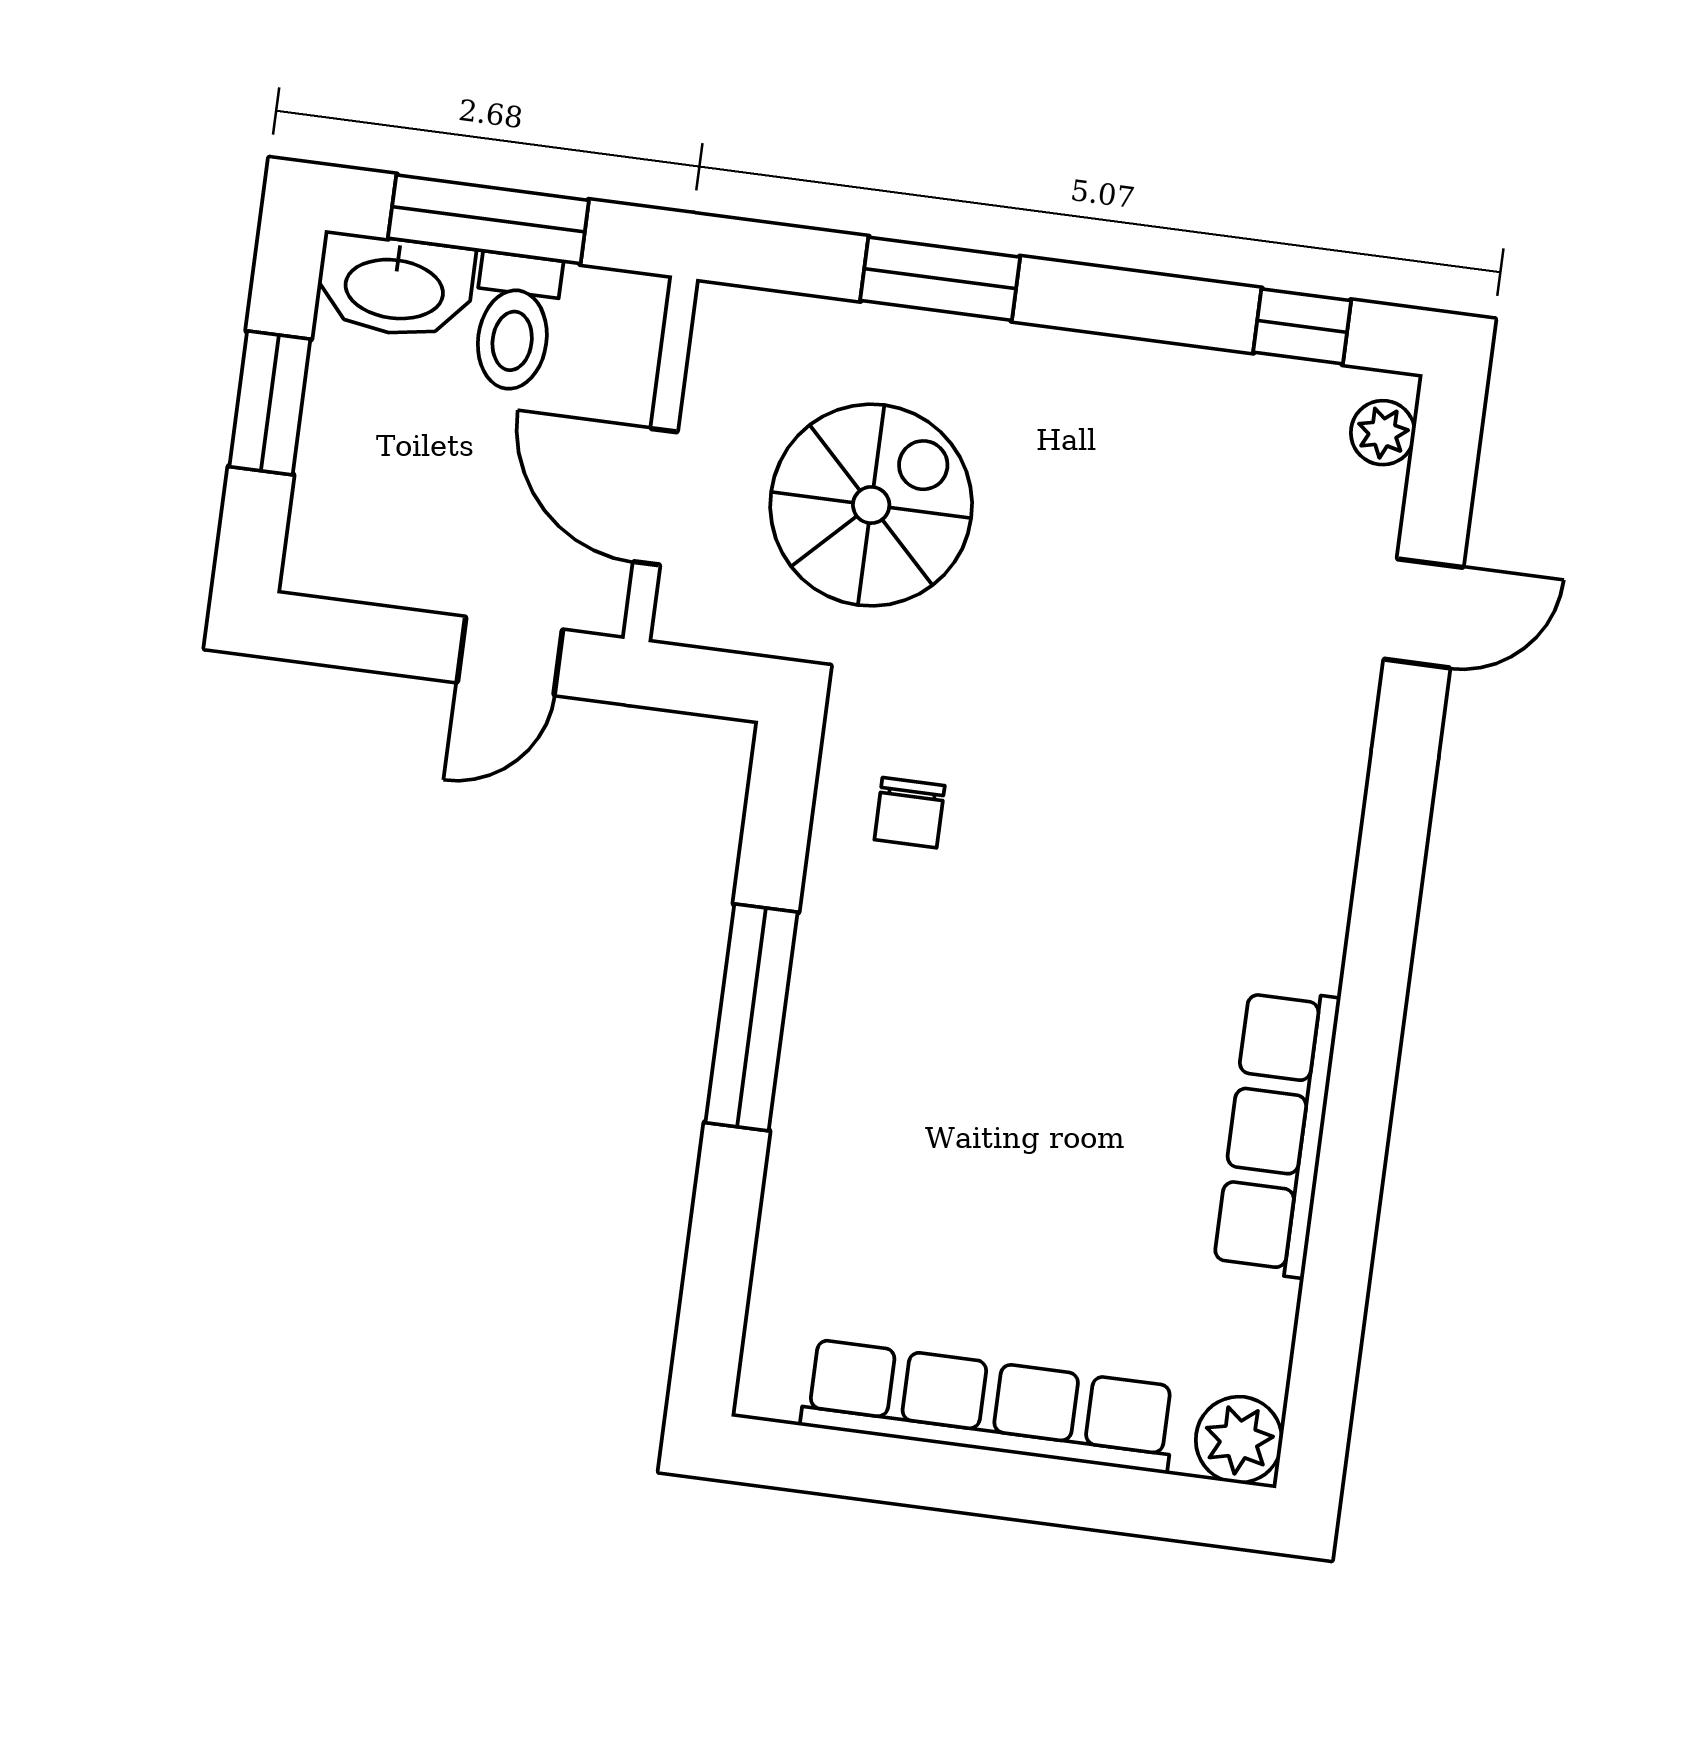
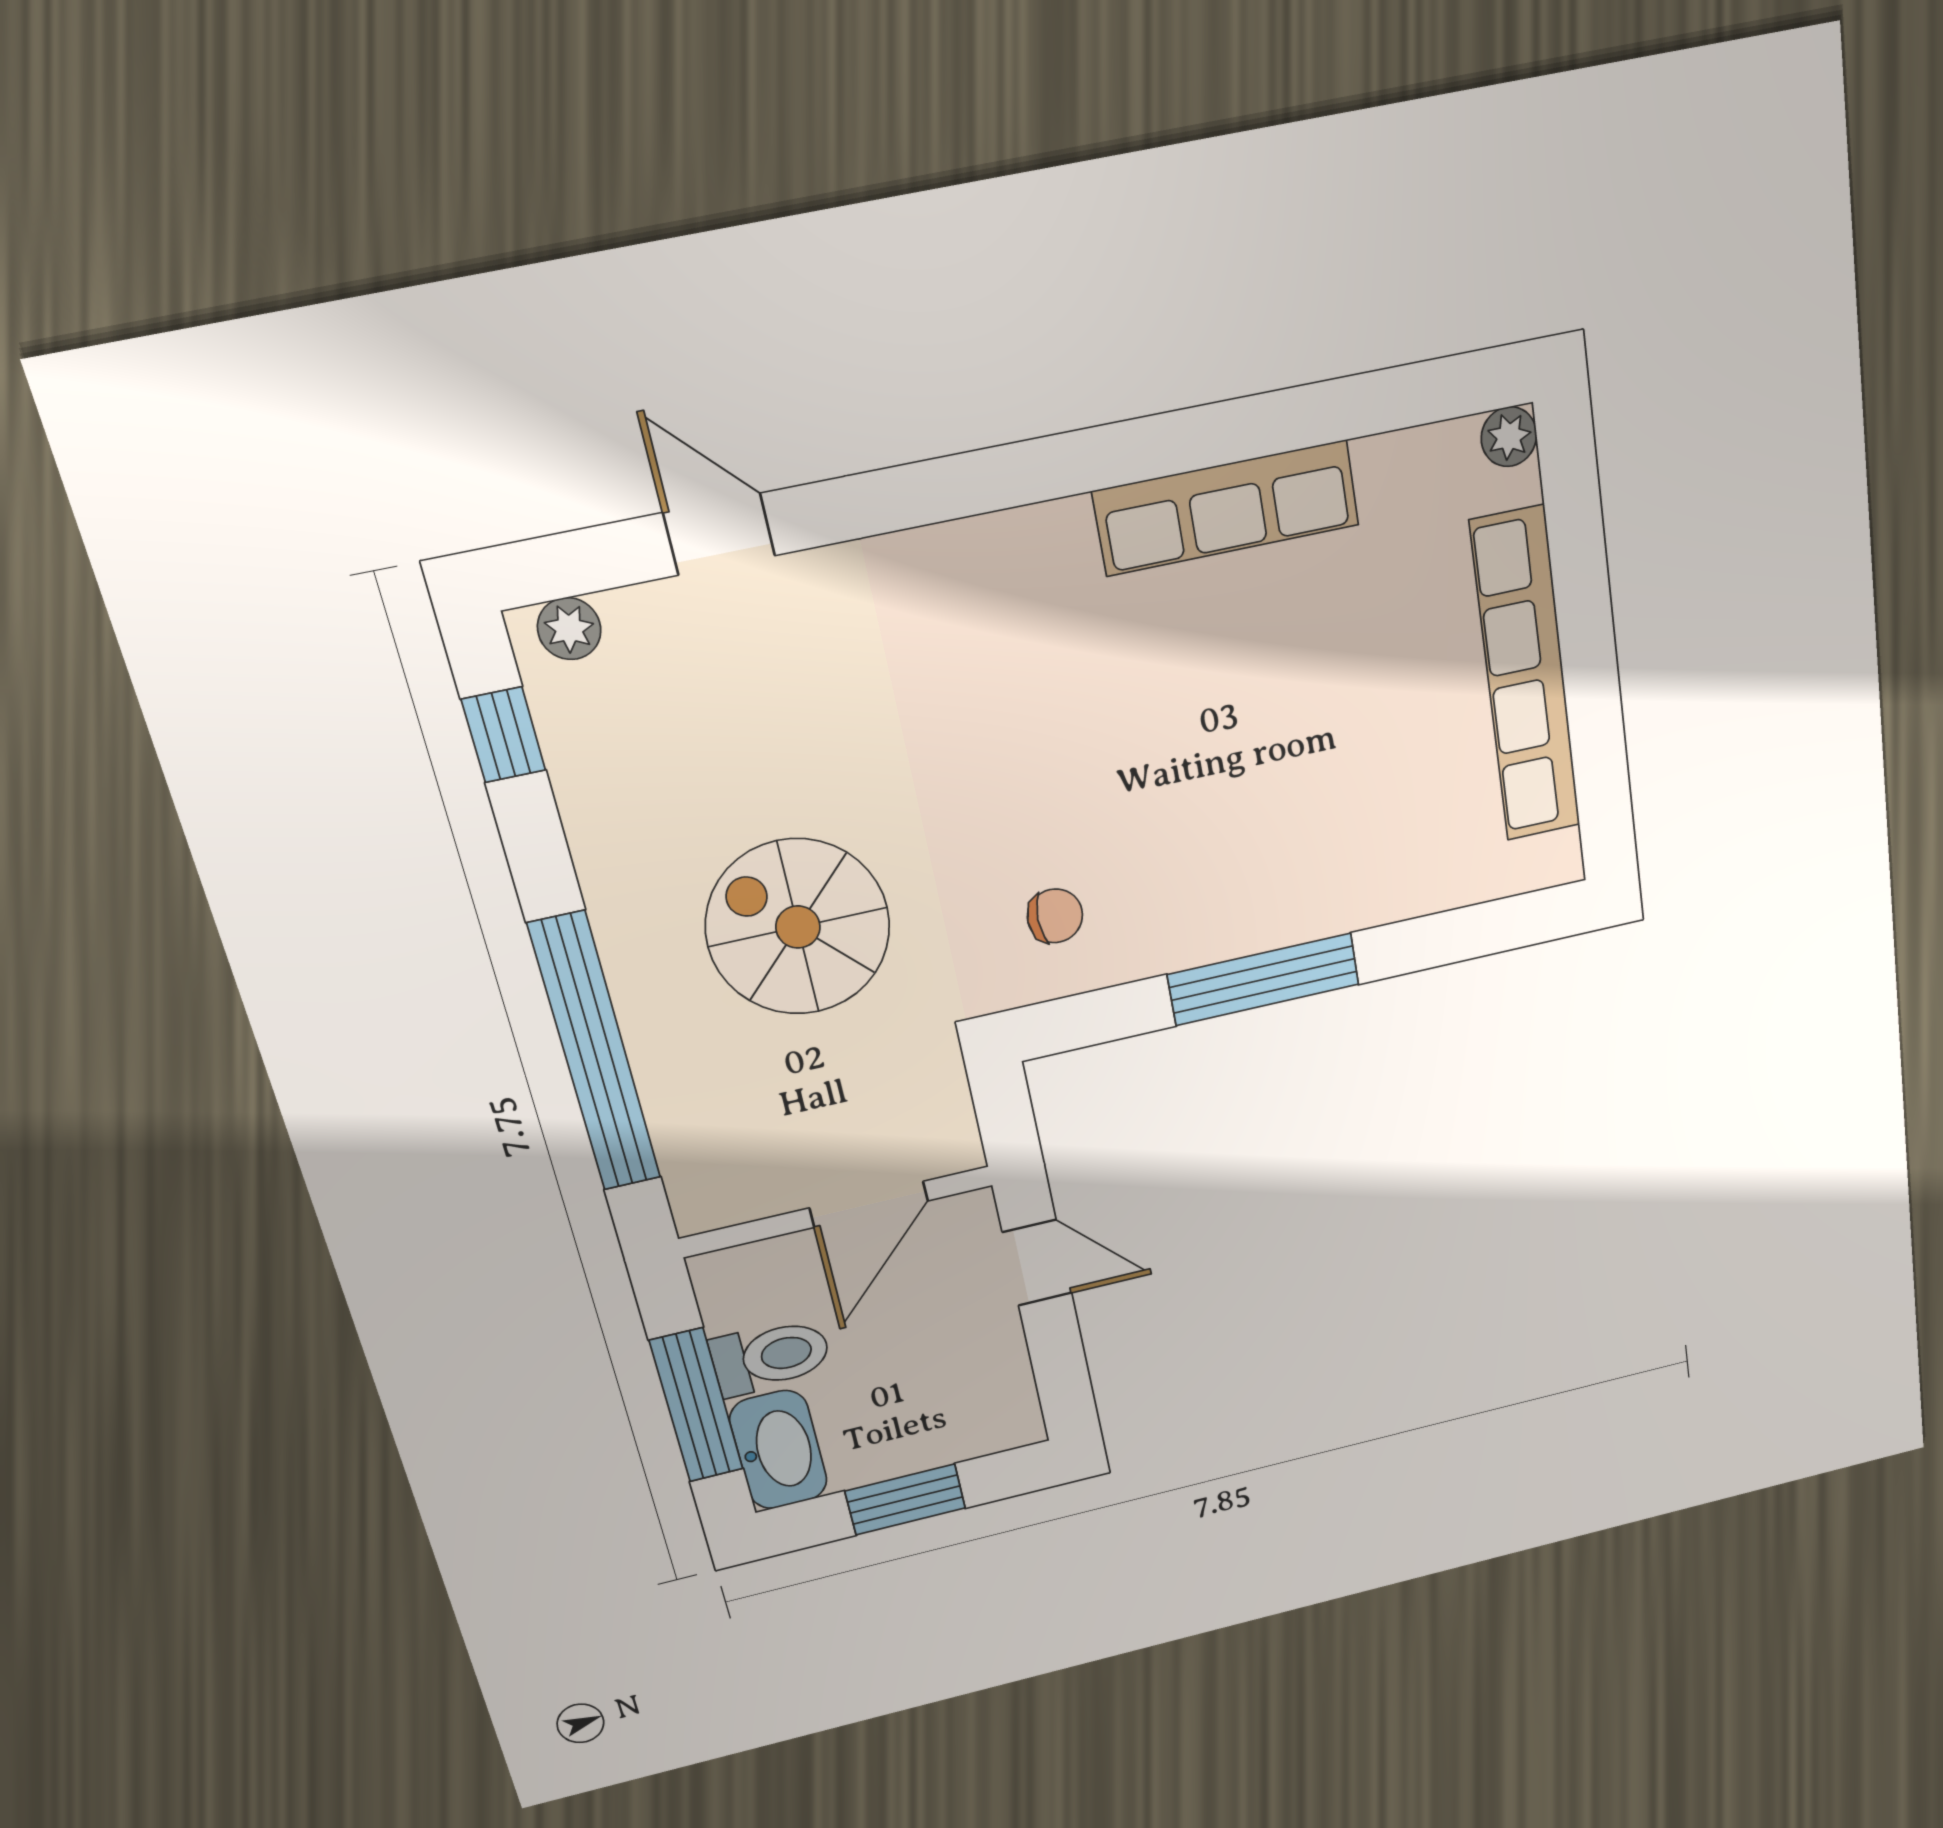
window: (940, 279) -> (595, 1053), width x2.11
spiral stairs: (871, 505) -> (798, 927), moved
plant: (1239, 1440) -> (1509, 437), width x0.73, depth x0.73

